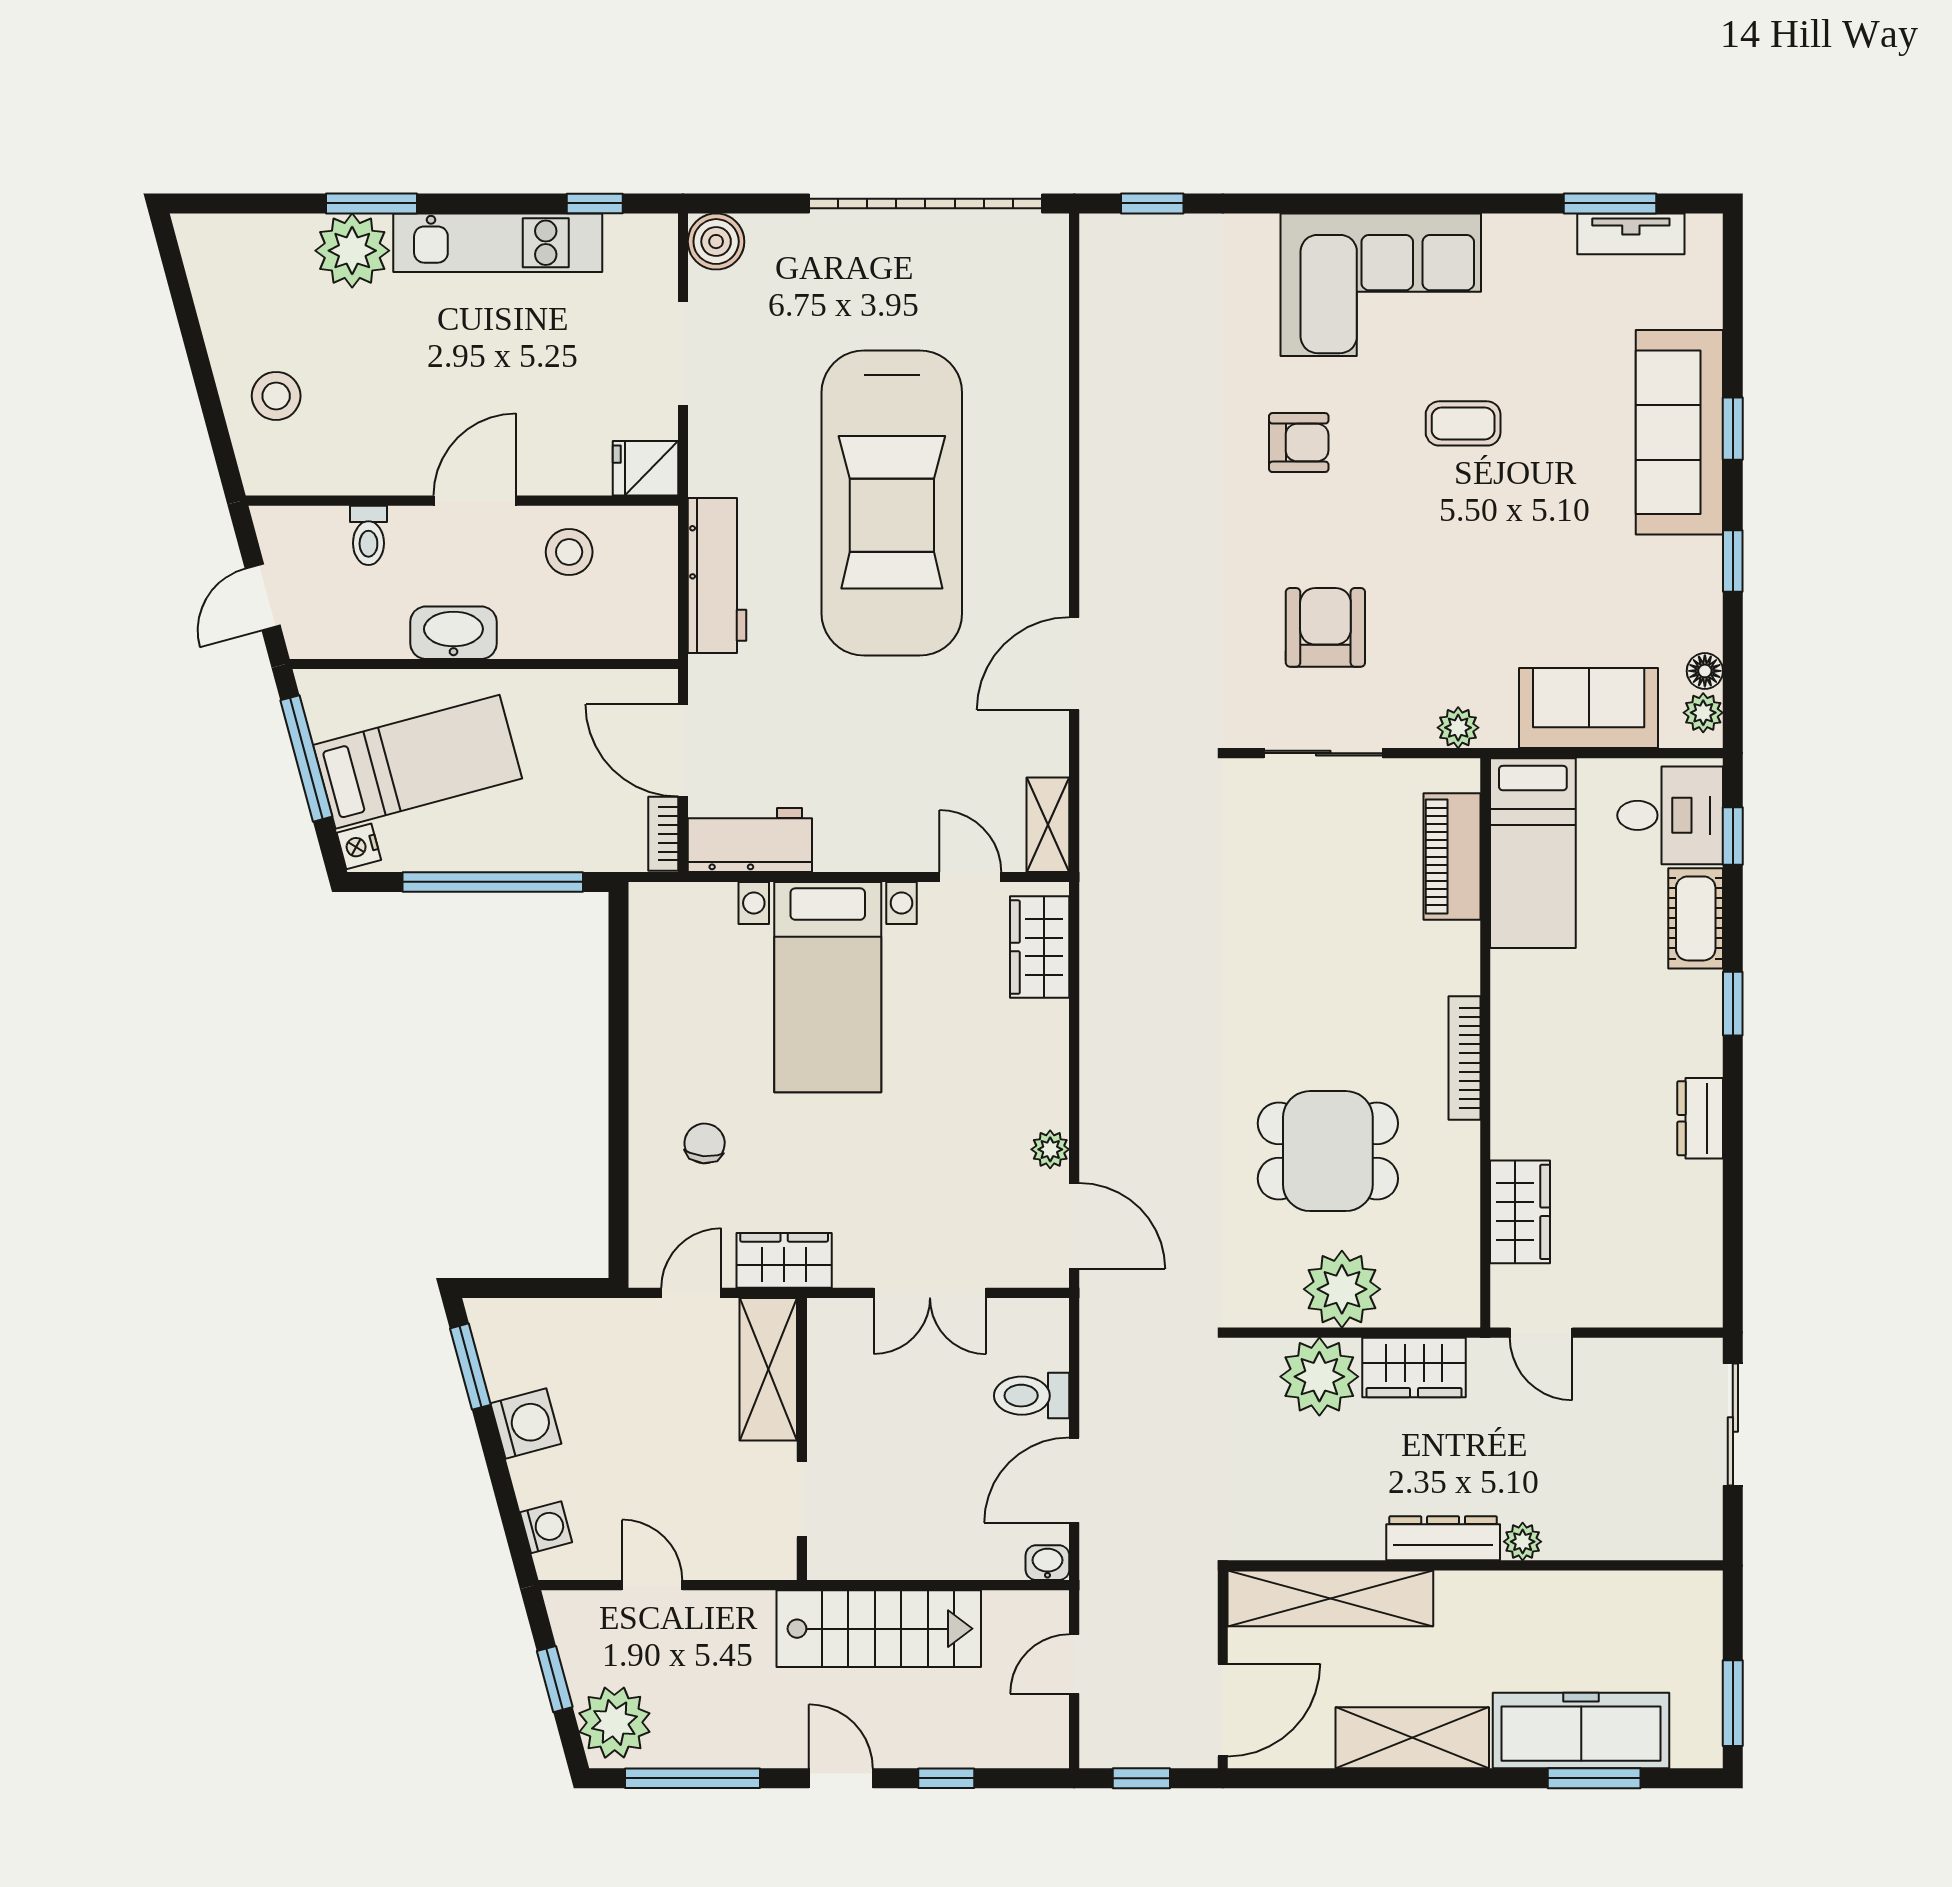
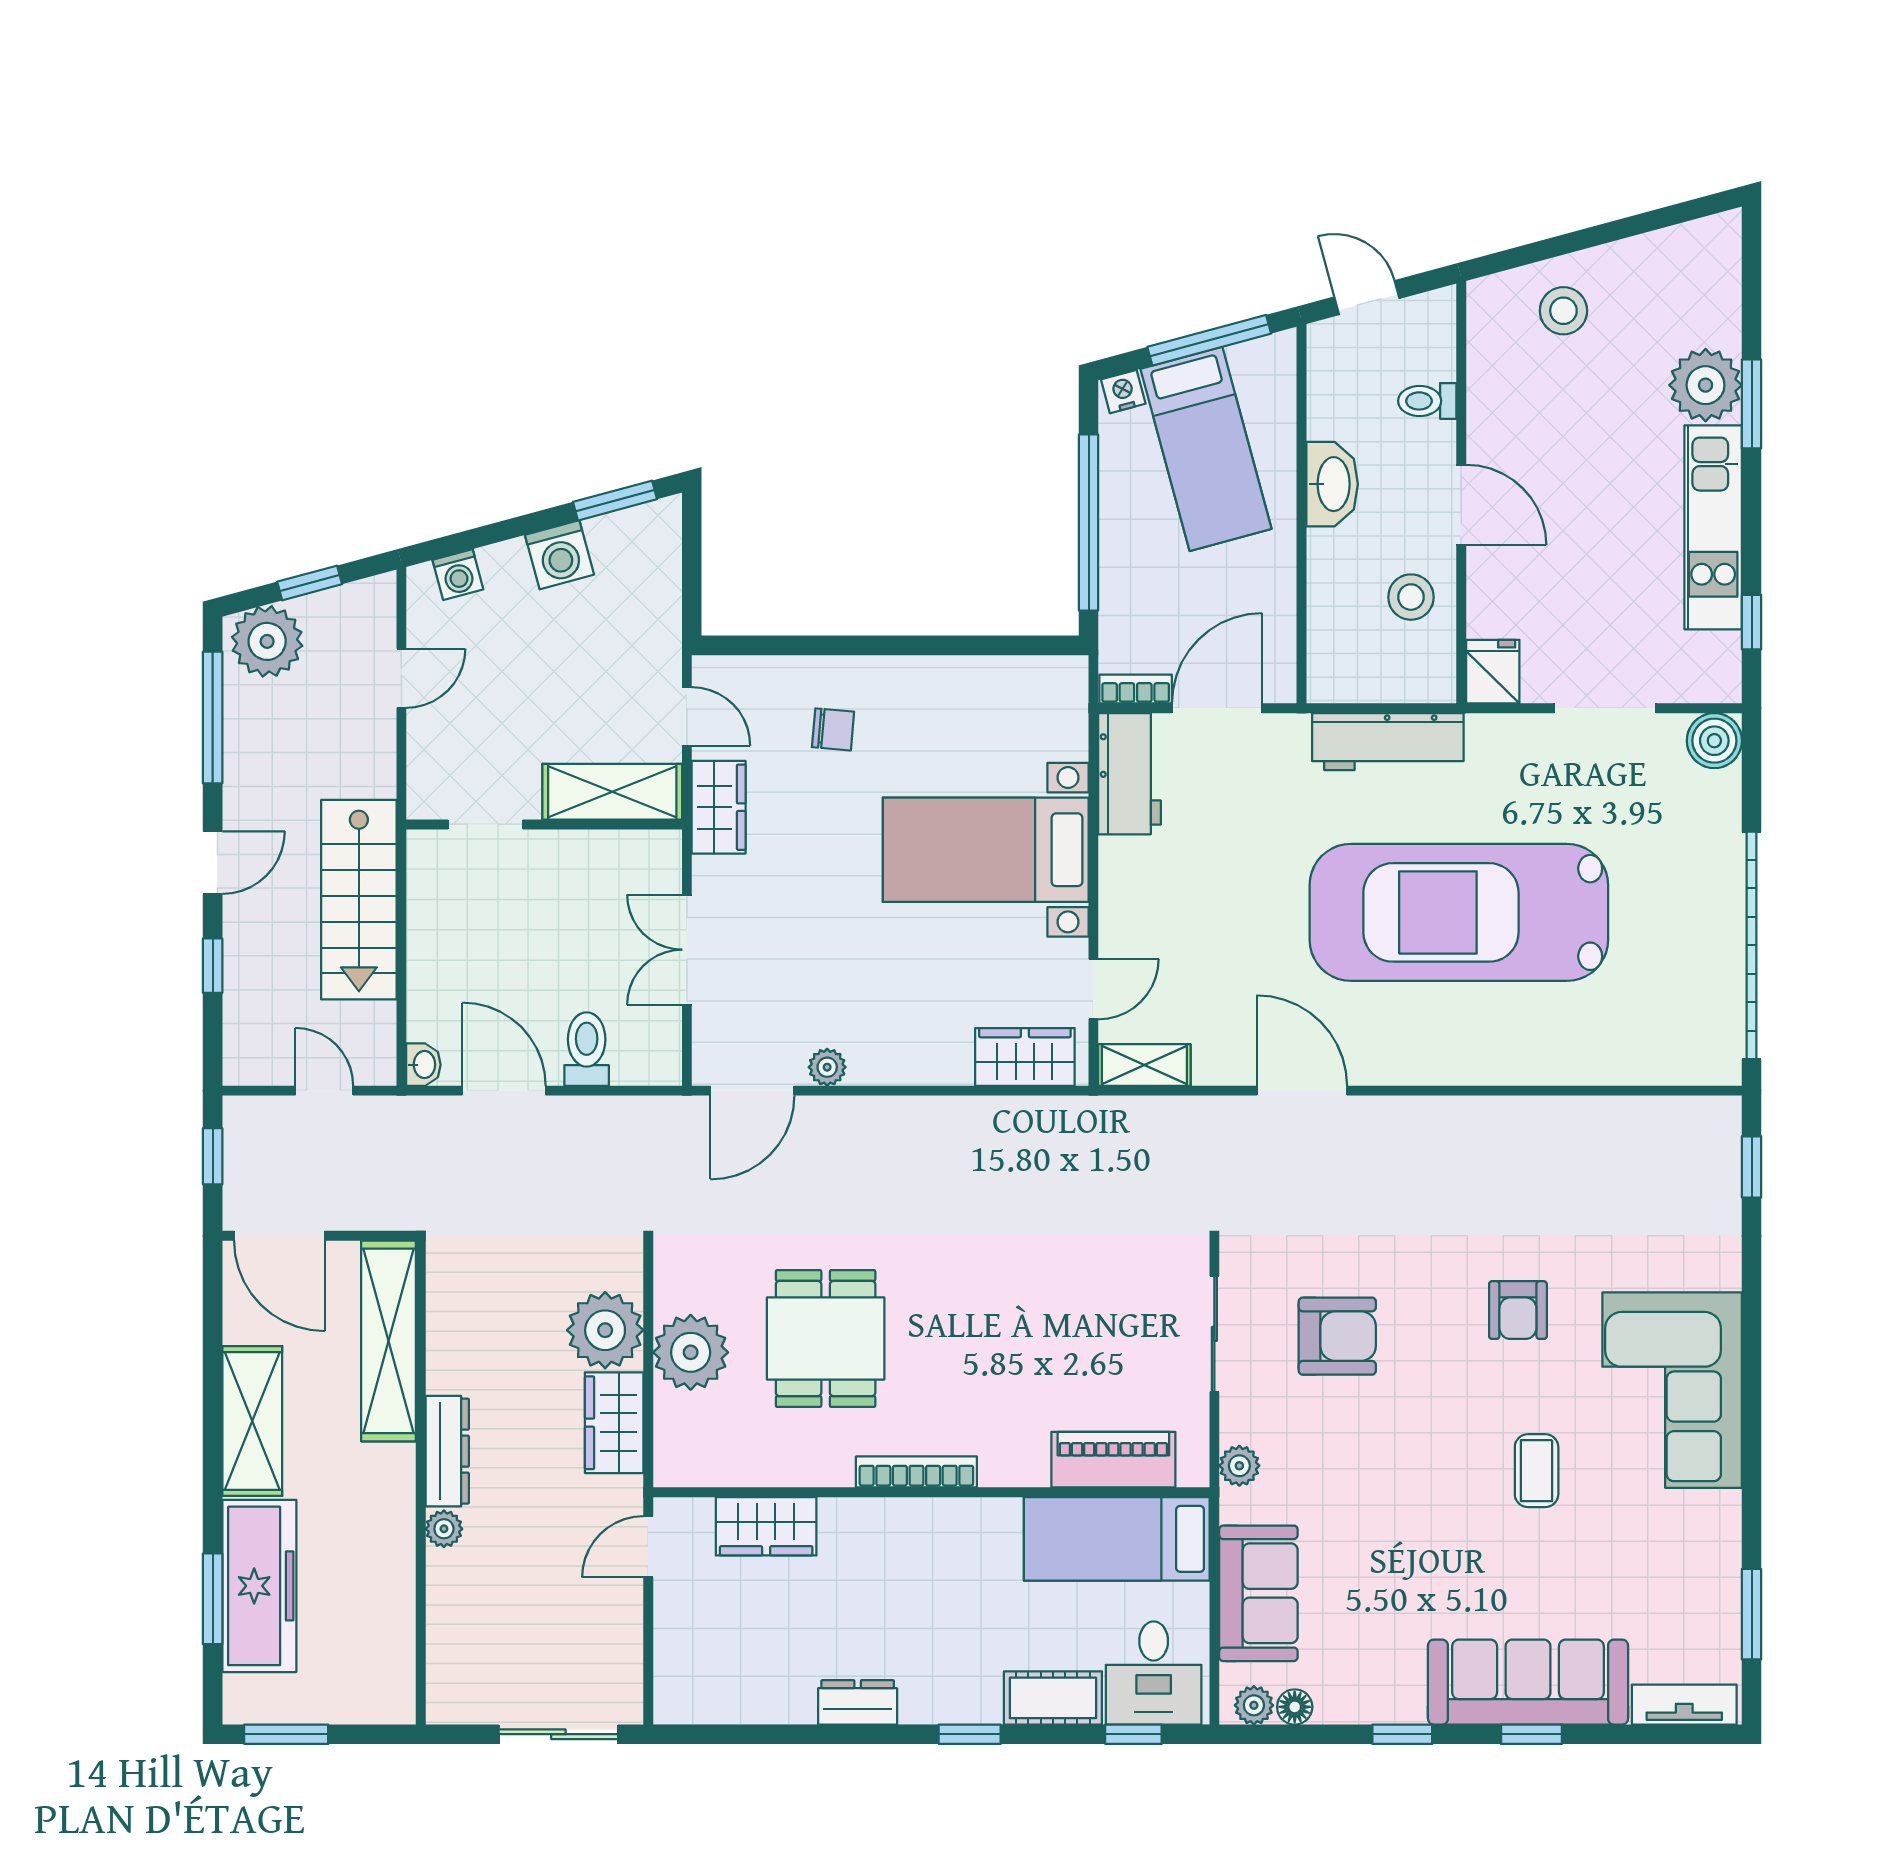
tv unit: (1631, 234) -> (1684, 1705), moved, turned 90

